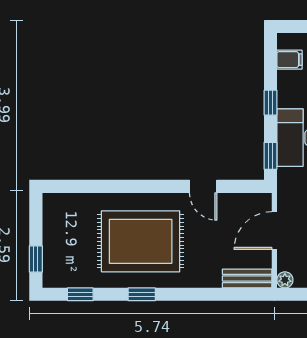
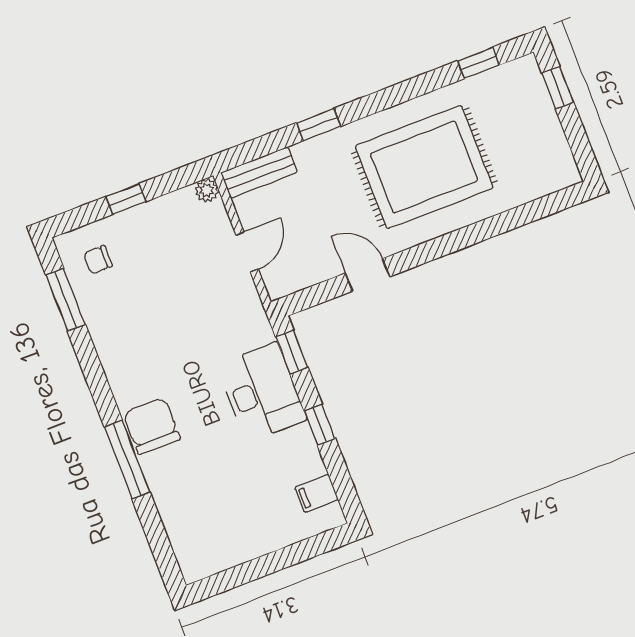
door: (274, 231) -> (247, 252), width x0.73
window: (142, 294) -> (319, 125), moved

